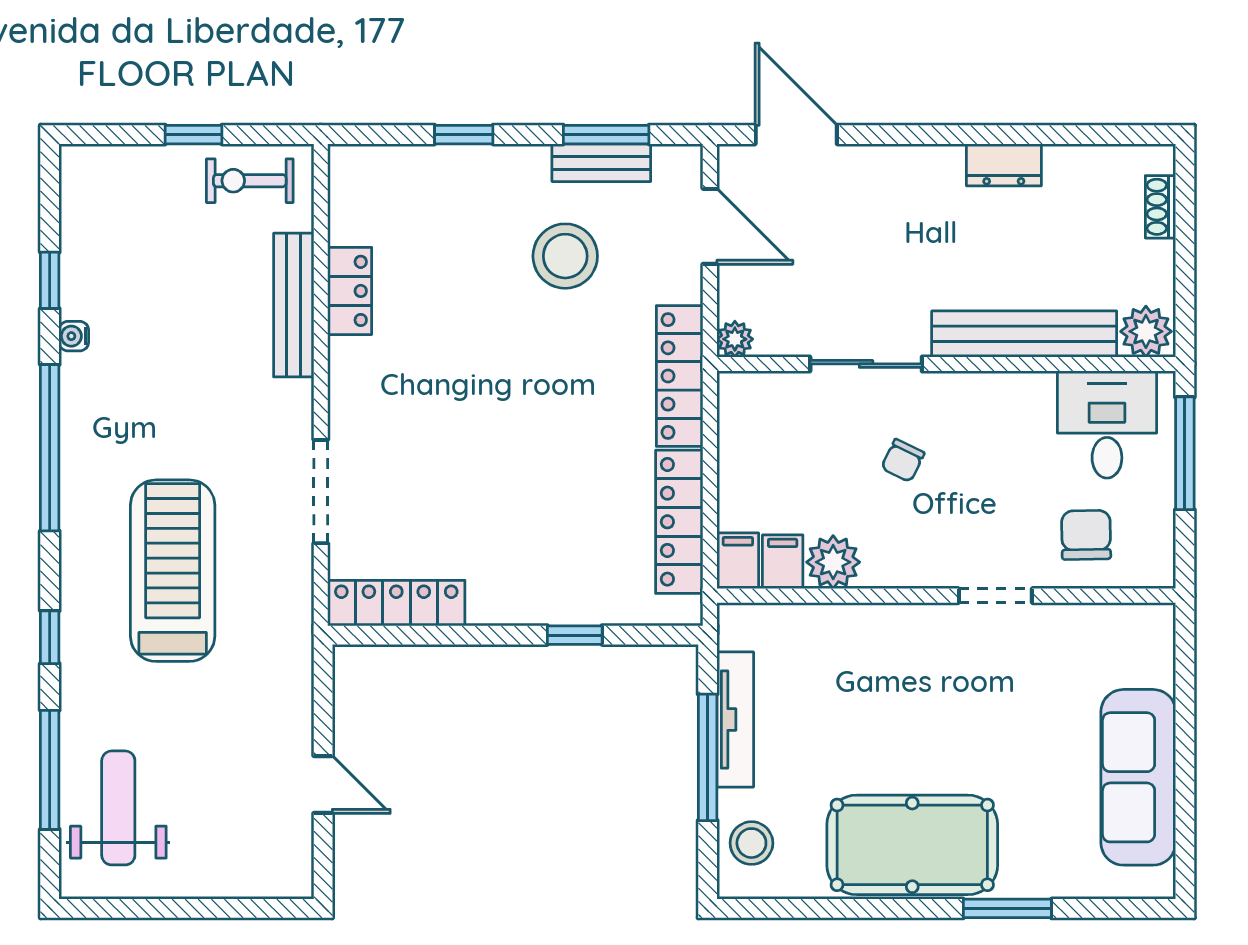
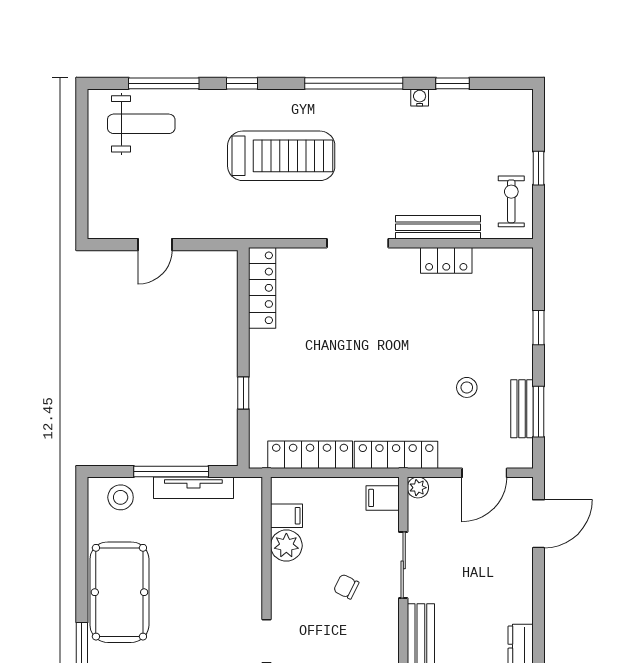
stool: (565, 256) -> (467, 387), width x0.53, depth x0.53
doorway: (321, 492) -> (358, 243), moved
filing cabinet: (738, 561) -> (383, 498), moved, turned 180

